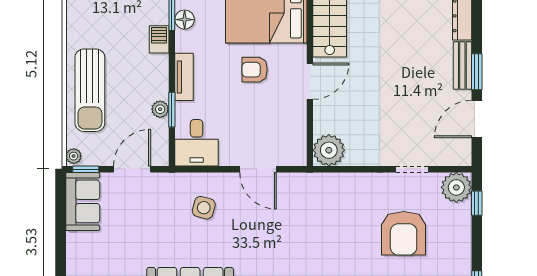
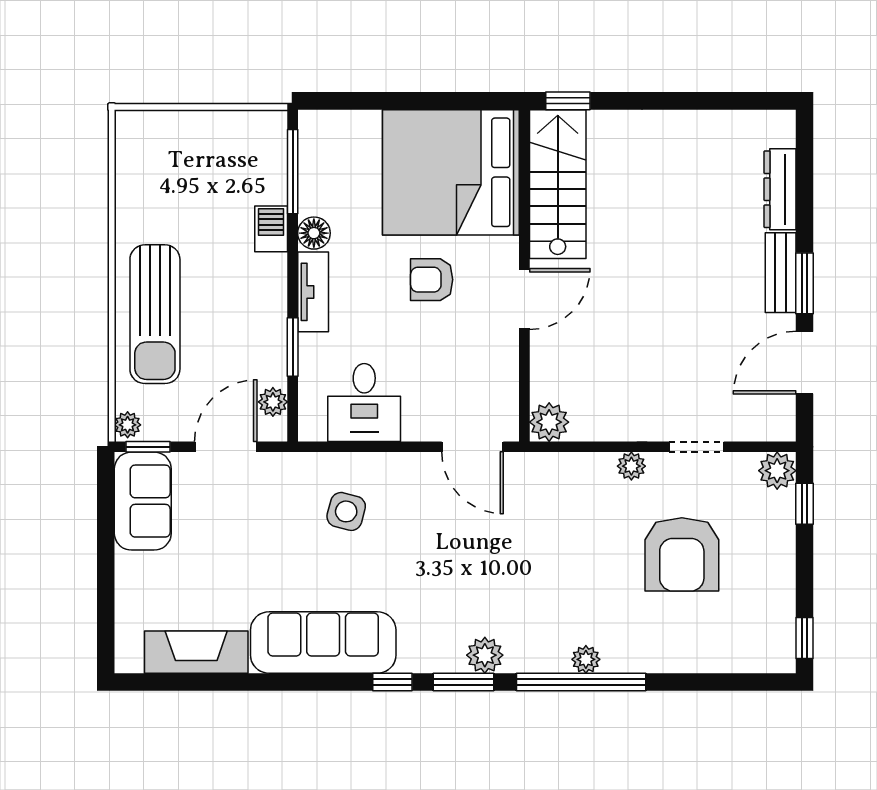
floor lamp: (185, 20) -> (314, 233), moved
plant: (160, 109) -> (273, 402), moved
desk: (197, 143) -> (364, 402), moved
plant: (329, 150) -> (549, 422), width x0.73, depth x0.73
door: (258, 169) -> (472, 447), moved
plant: (374, 181) -> (631, 466), added
plant: (456, 187) -> (777, 471), width x0.73, depth x0.73

